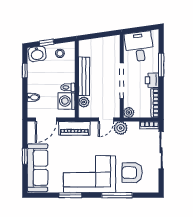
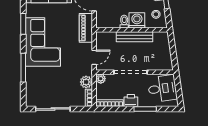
washing machine: (67, 101) -> (137, 20), moved
plant: (84, 102) -> (110, 37), removed
door: (106, 120) -> (94, 57), swing flipped
plant: (121, 128) -> (86, 82), moved
sliding door: (161, 150) -> (53, 109), moved
armchair: (132, 173) -> (44, 82), removed

